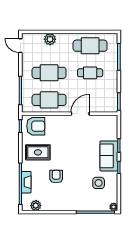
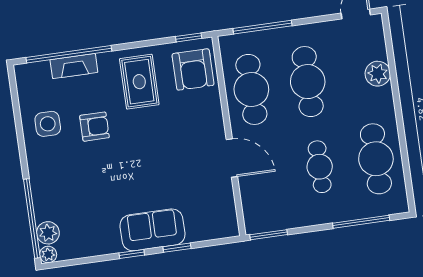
side table: (99, 183) -> (48, 124), moved
plant: (36, 206) -> (48, 233), moved

